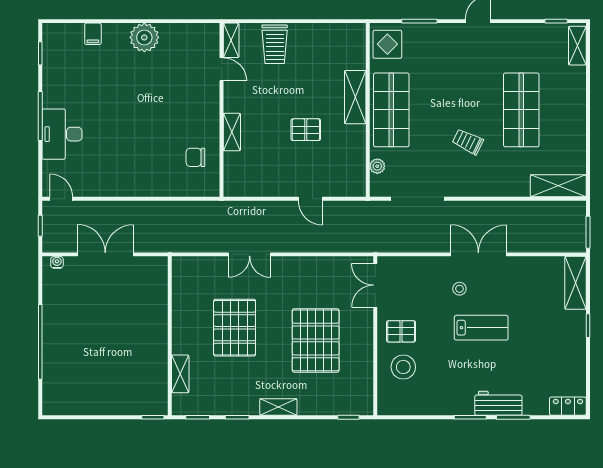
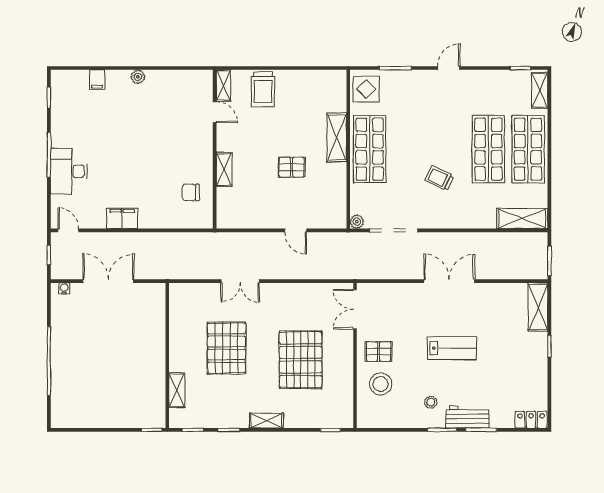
plant: (144, 37) -> (138, 77), width x0.53, depth x0.53
shop shelf: (565, 110) -> (528, 149), added
plant: (377, 166) -> (357, 222), moved
filing cabinet: (120, 186) -> (122, 218), added
stool: (459, 289) -> (431, 402), moved

